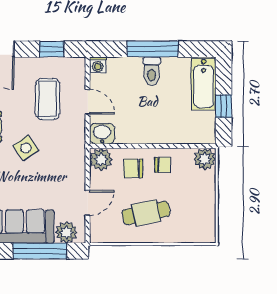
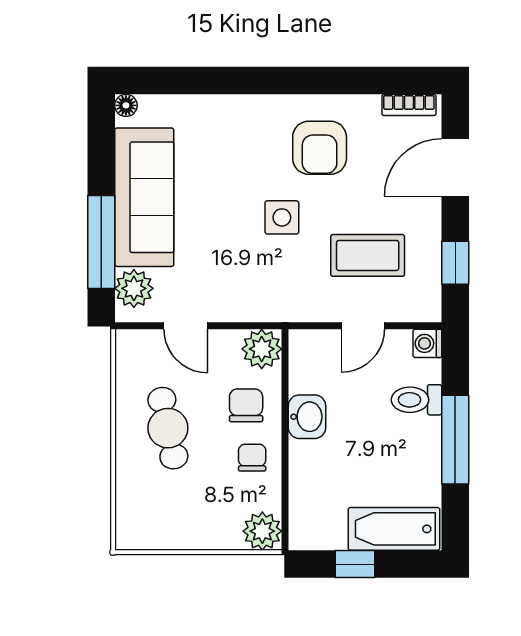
toilet: (152, 71) -> (417, 400), moved
washbasin: (102, 134) -> (307, 417), moved
side table: (26, 148) -> (282, 217), turned 35
chair: (163, 165) -> (252, 458), turned 180

